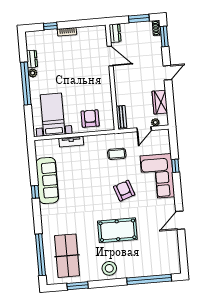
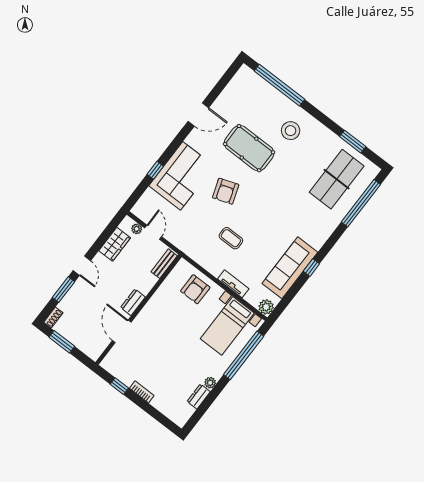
window: (50, 26) -> (119, 386), moved
dresser: (115, 33) -> (133, 302), moved
window: (164, 36) -> (63, 290), moved
door: (167, 73) -> (82, 266), swing flipped
window: (26, 83) -> (244, 355), moved
door: (144, 129) -> (153, 232), hinge flipped
plant: (40, 146) -> (266, 307), added
coffee table: (117, 154) -> (231, 238), moved
pool table: (117, 230) -> (249, 148), moved
stool: (109, 268) -> (291, 131), moved

